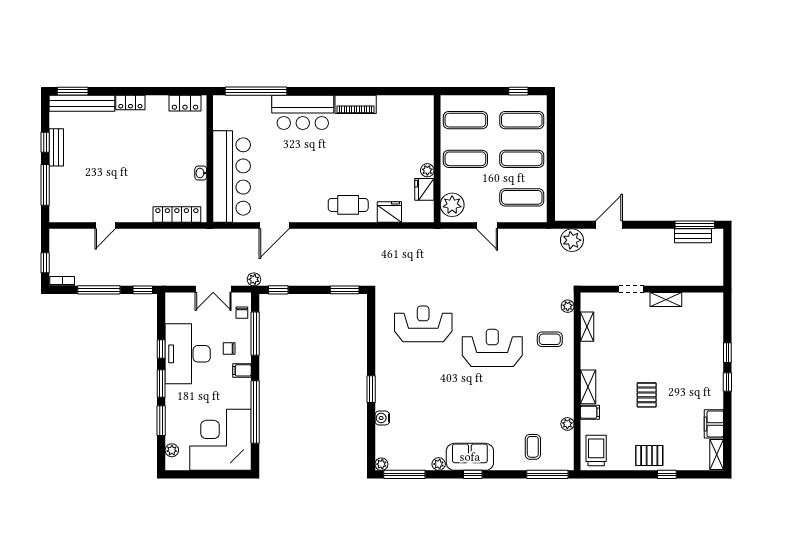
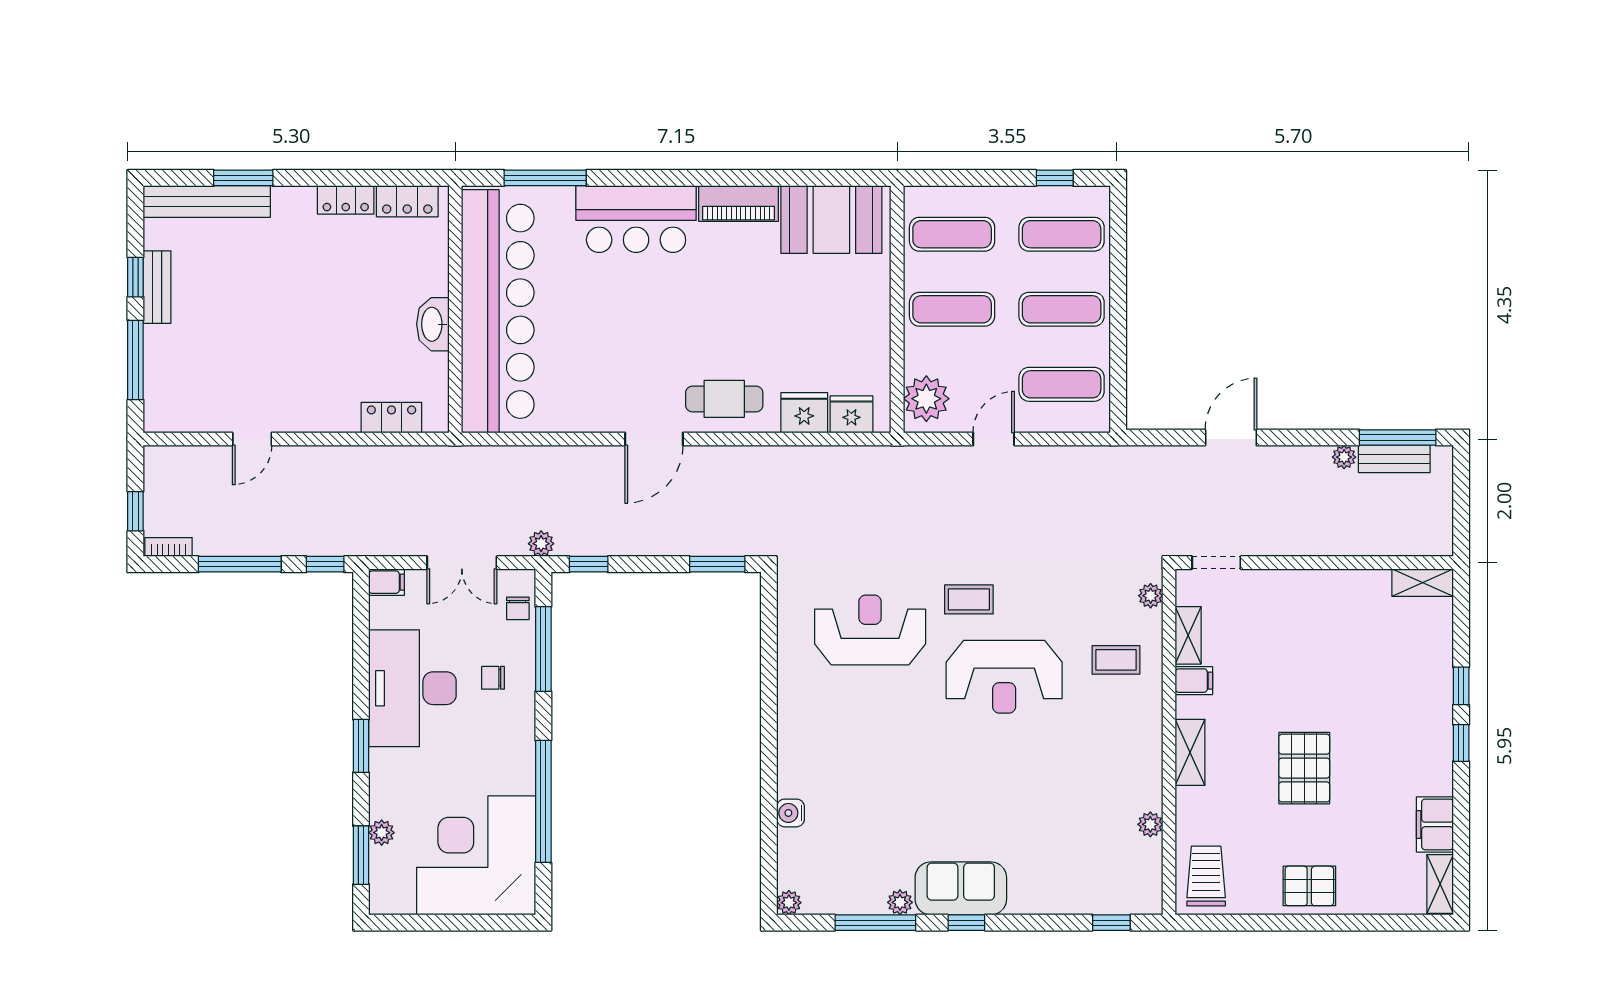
window: (73, 91) -> (243, 178), moved
window: (256, 91) -> (545, 178), width x0.68
locker: (130, 102) -> (346, 200), moved
booth: (403, 113) -> (831, 220), added
plant: (427, 170) -> (878, 332), removed
washbasin: (201, 173) -> (433, 324), width x1.91, depth x1.45
bar counter: (232, 176) -> (498, 311), width x1.36
fridge: (424, 189) -> (851, 414), moved, turned 90
locker: (177, 215) -> (391, 418), width x0.66
door: (274, 226) -> (654, 439), moved
door: (487, 226) -> (994, 439), swing flipped
plant: (572, 240) -> (1344, 457), moved, width x0.53, depth x0.53
doorway: (631, 289) -> (1216, 563), moved
shelving: (666, 299) -> (1423, 583), moved
reception desk: (492, 348) -> (1004, 677), turned 180
window: (161, 349) -> (361, 679), removed
filing cabinet: (242, 370) -> (387, 582), moved, turned 180
window: (371, 389) -> (769, 757), removed
pallet: (647, 395) -> (1304, 768), width x1.50, depth x1.42
filing cabinet: (590, 412) -> (1194, 681), moved
window: (161, 421) -> (361, 855), moved
coffee table: (533, 447) -> (969, 599), moved, turned 90
plant: (172, 450) -> (382, 833), moved
window: (404, 474) -> (875, 923), moved
window: (547, 474) -> (1111, 923), width x0.46
window: (667, 474) -> (1344, 923), removed

